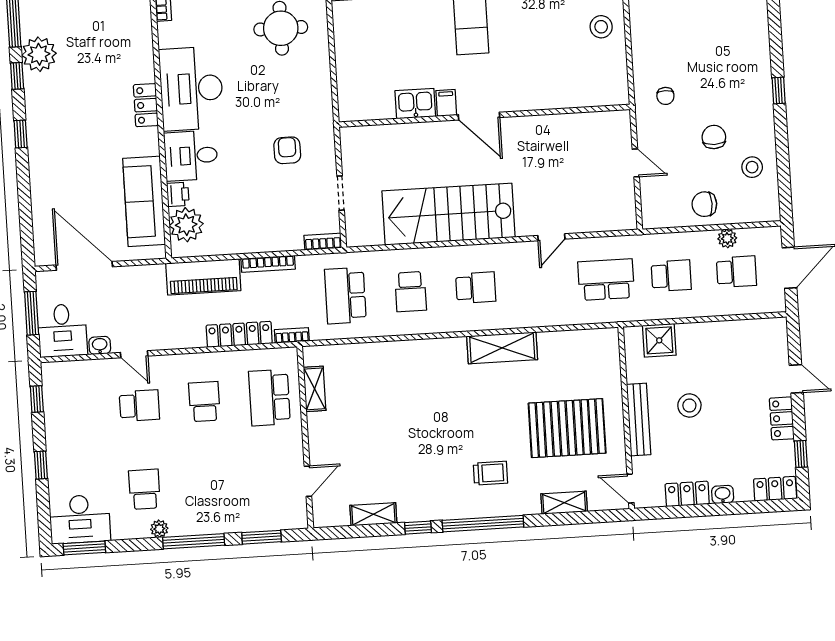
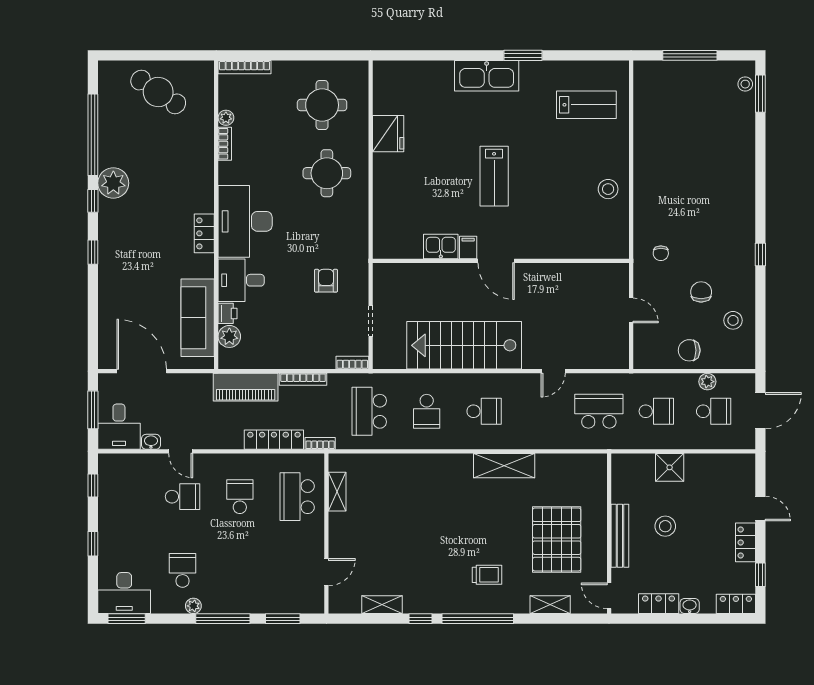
plant: (186, 225) -> (229, 336), width x0.73, depth x0.73
shower: (659, 340) -> (670, 467), moved
pallet: (567, 428) -> (557, 539), turned 90

